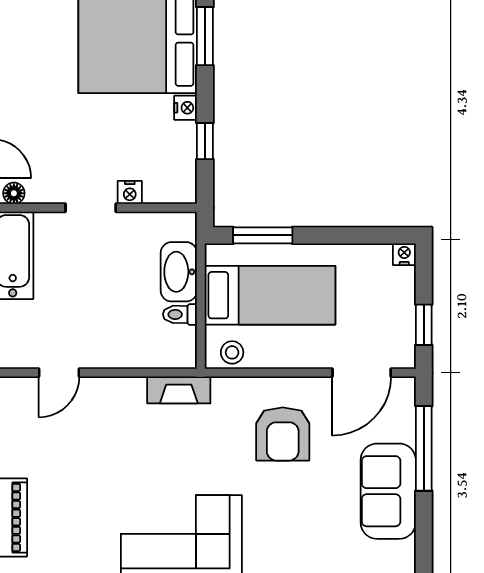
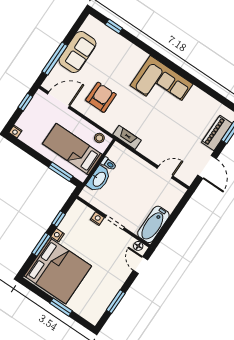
window: (205, 36) -> (41, 244), moved

